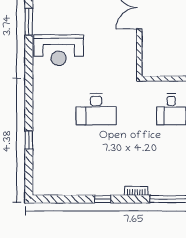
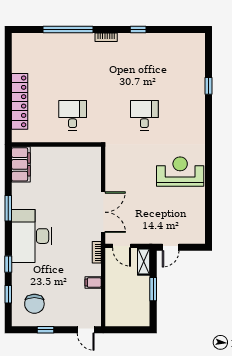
window: (29, 22) -> (209, 199), removed
desk: (96, 109) -> (144, 115), width x0.73

